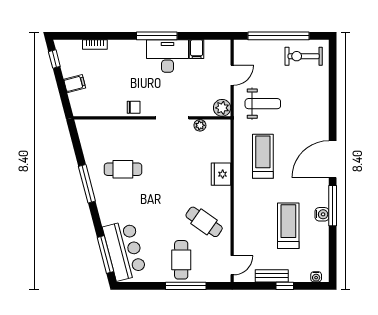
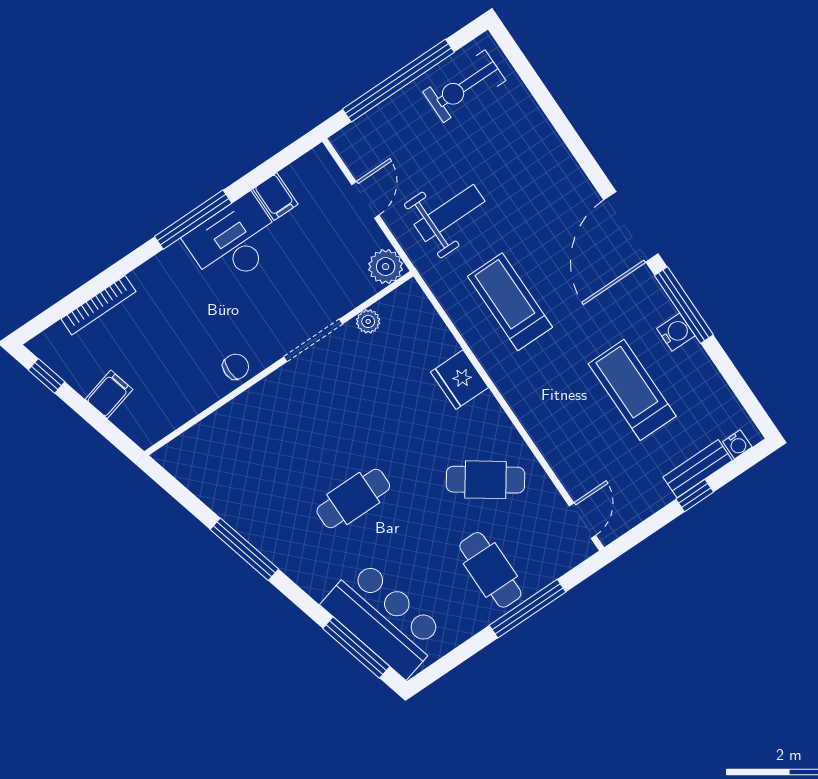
bookcase: (95, 45) -> (98, 305), width x1.56
cafe table: (123, 169) -> (353, 498), moved
bench: (272, 276) -> (698, 469), moved

